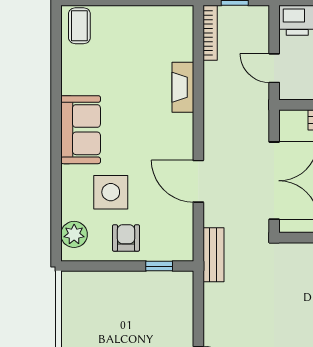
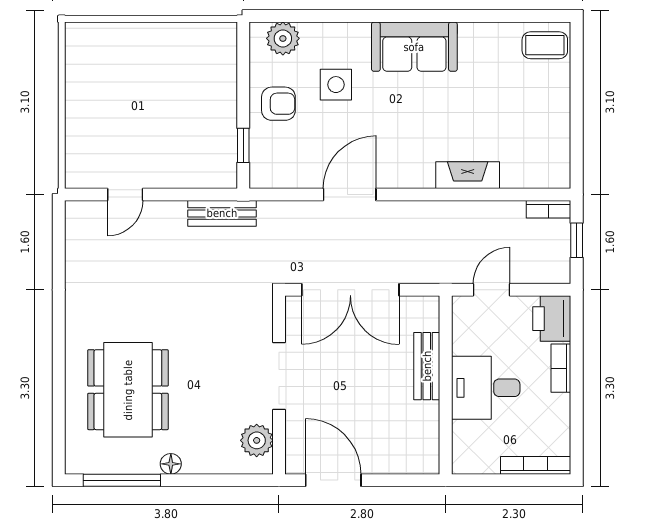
bookcase: (210, 33) -> (548, 209), width x0.64
side table: (111, 192) -> (336, 85), width x0.73, depth x0.73
bench: (213, 255) -> (222, 213), moved

